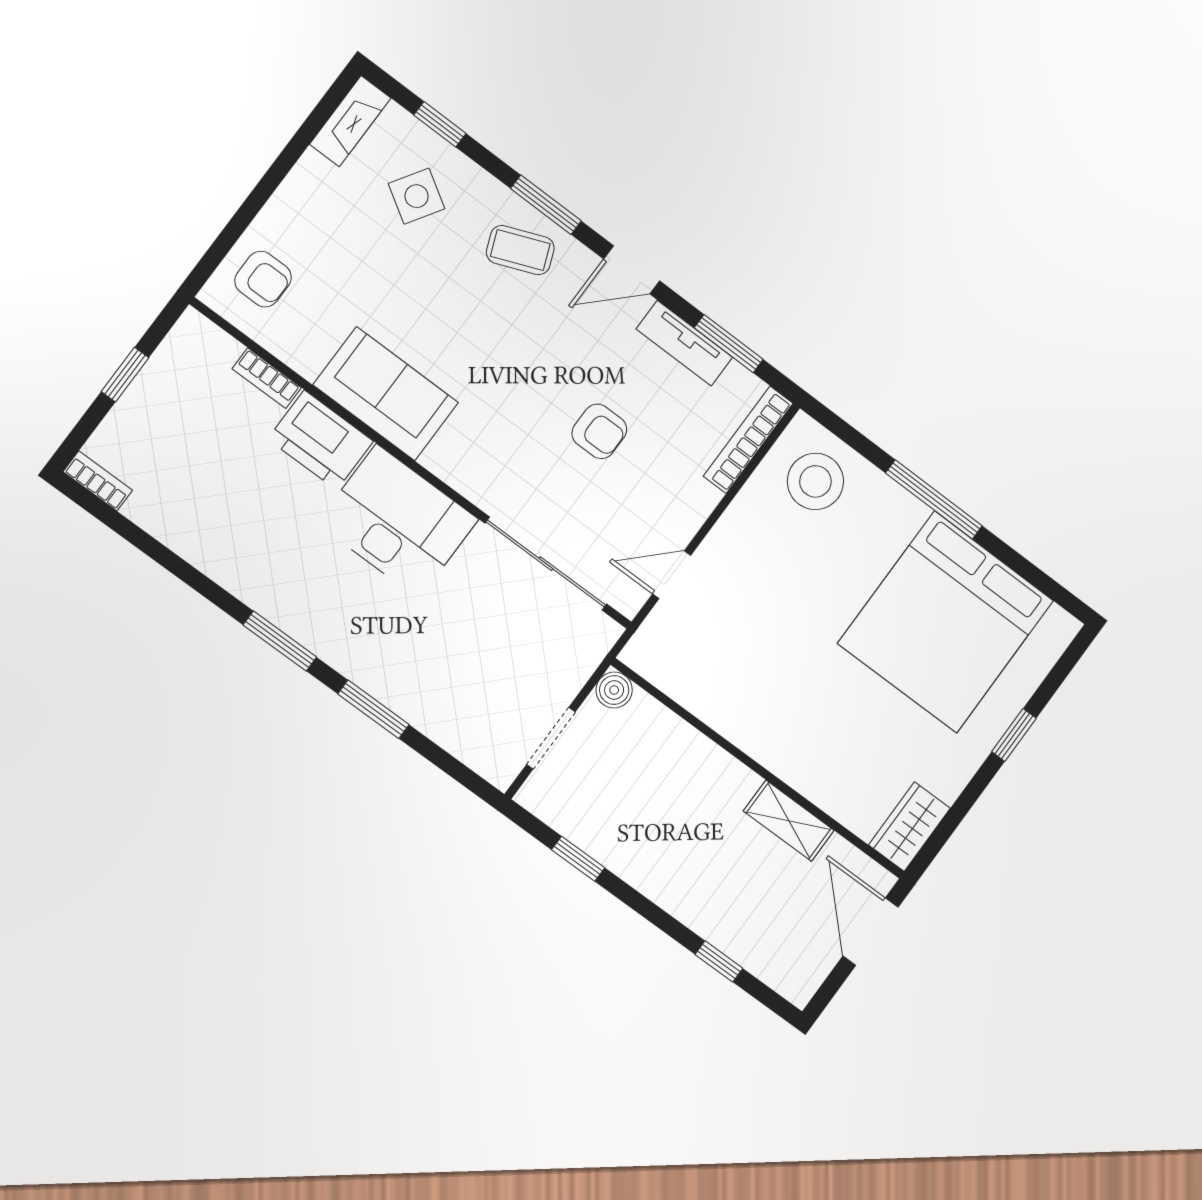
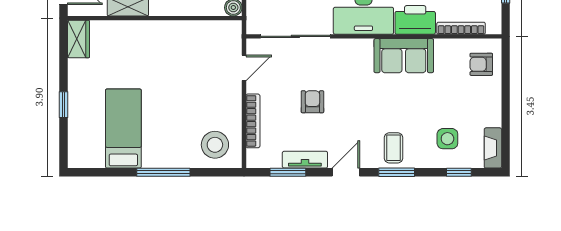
side table: (417, 196) -> (447, 139), turned -32
coffee table: (520, 250) -> (394, 148), turned -68
bookcase: (267, 378) -> (461, 28), width x1.56
armchair: (599, 431) -> (312, 102), turned 90
bookcase: (748, 440) -> (253, 121), moved
bed: (946, 622) -> (123, 129), width x0.49

